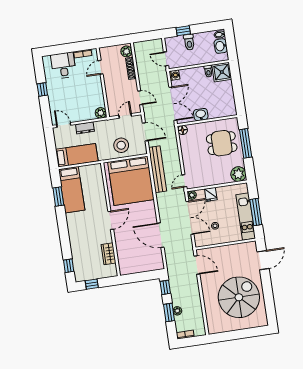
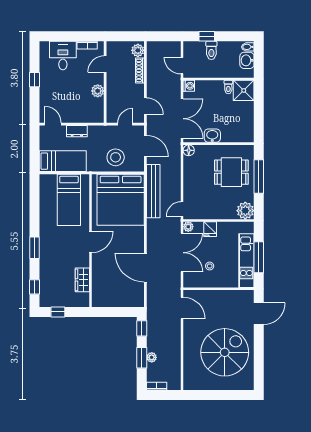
plant: (101, 113) -> (98, 91), moved
bed: (72, 190) -> (69, 200), moved
window: (58, 196) -> (34, 248), moved

